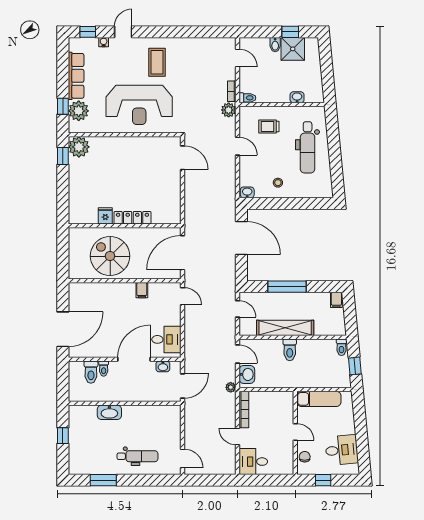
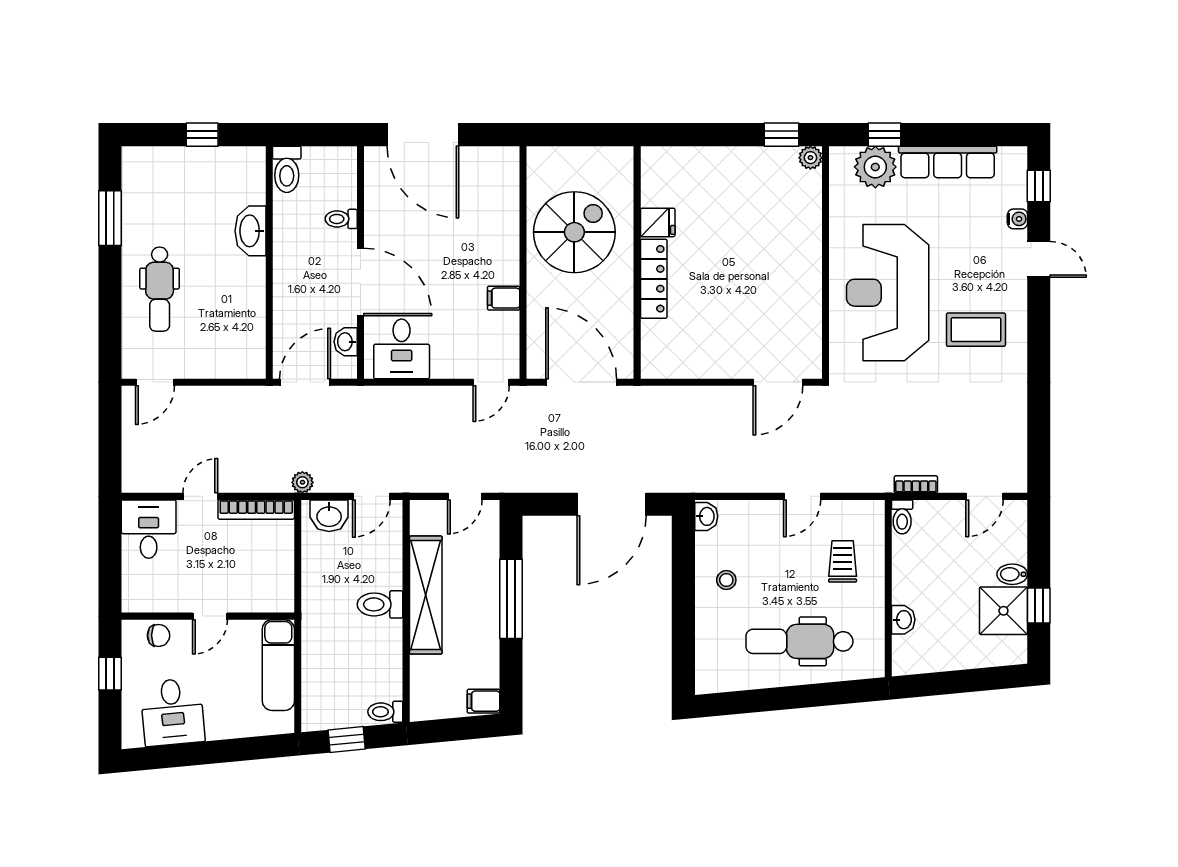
plant: (229, 110) -> (877, 478), removed
plant: (79, 147) -> (810, 158), width x0.53, depth x0.53
toilet: (91, 372) -> (287, 169), moved, turned -90
door: (182, 386) -> (305, 382), swing flipped

